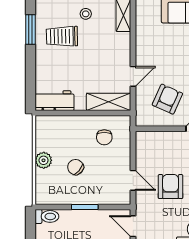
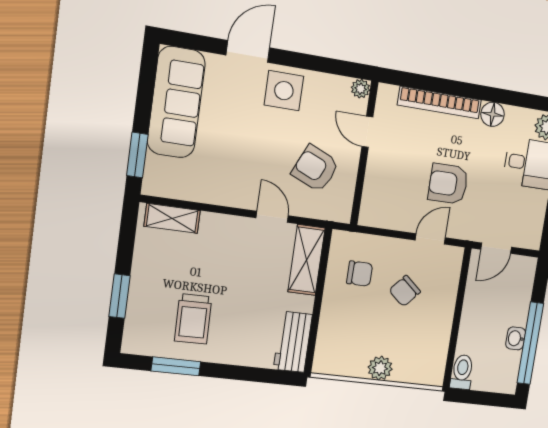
stool: (86, 14) -> (162, 278), removed
chair: (76, 167) -> (405, 291), moved
window: (85, 207) -> (457, 315), removed

